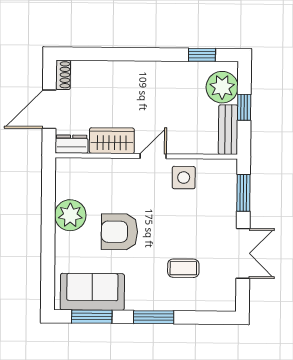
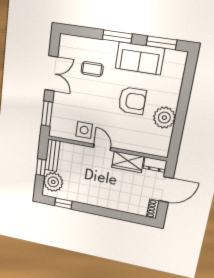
door: (153, 156) -> (102, 147), swing flipped
double door: (243, 253) -> (51, 73), swing flipped
sofa: (92, 292) -> (140, 58), moved

